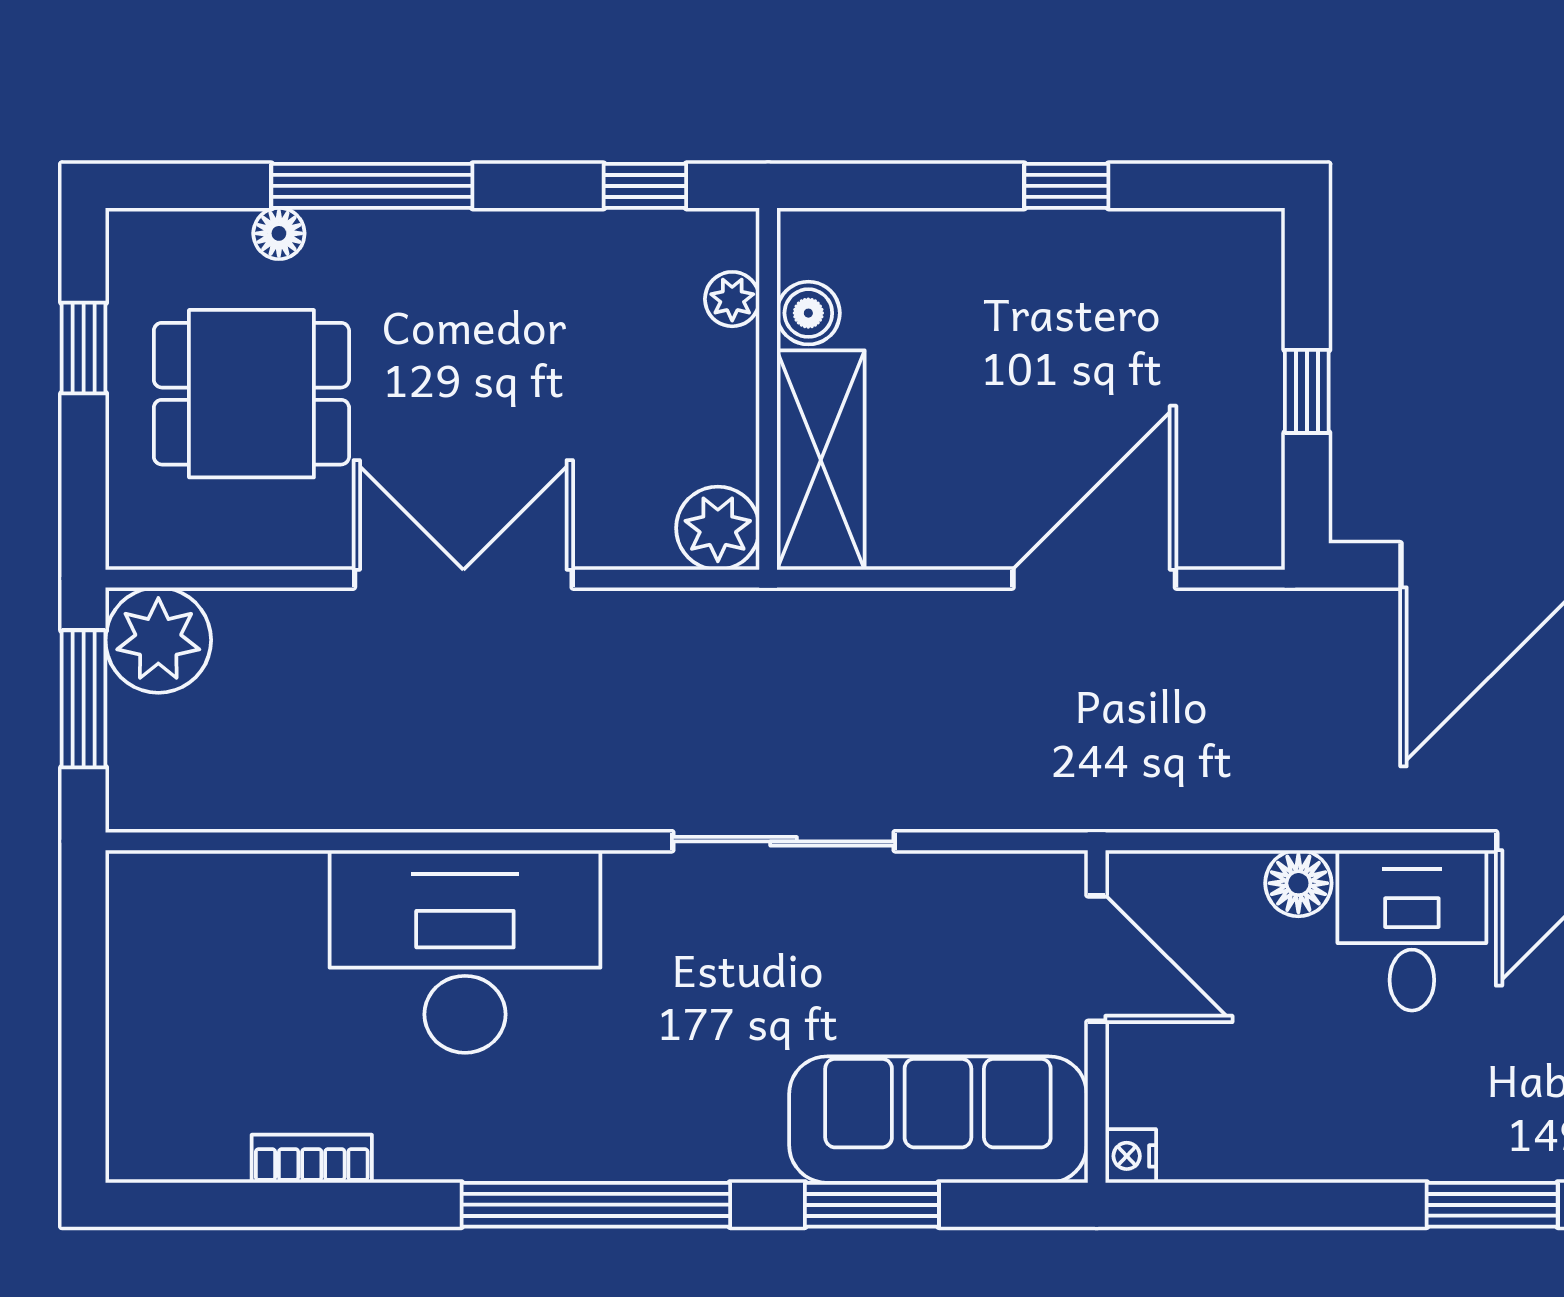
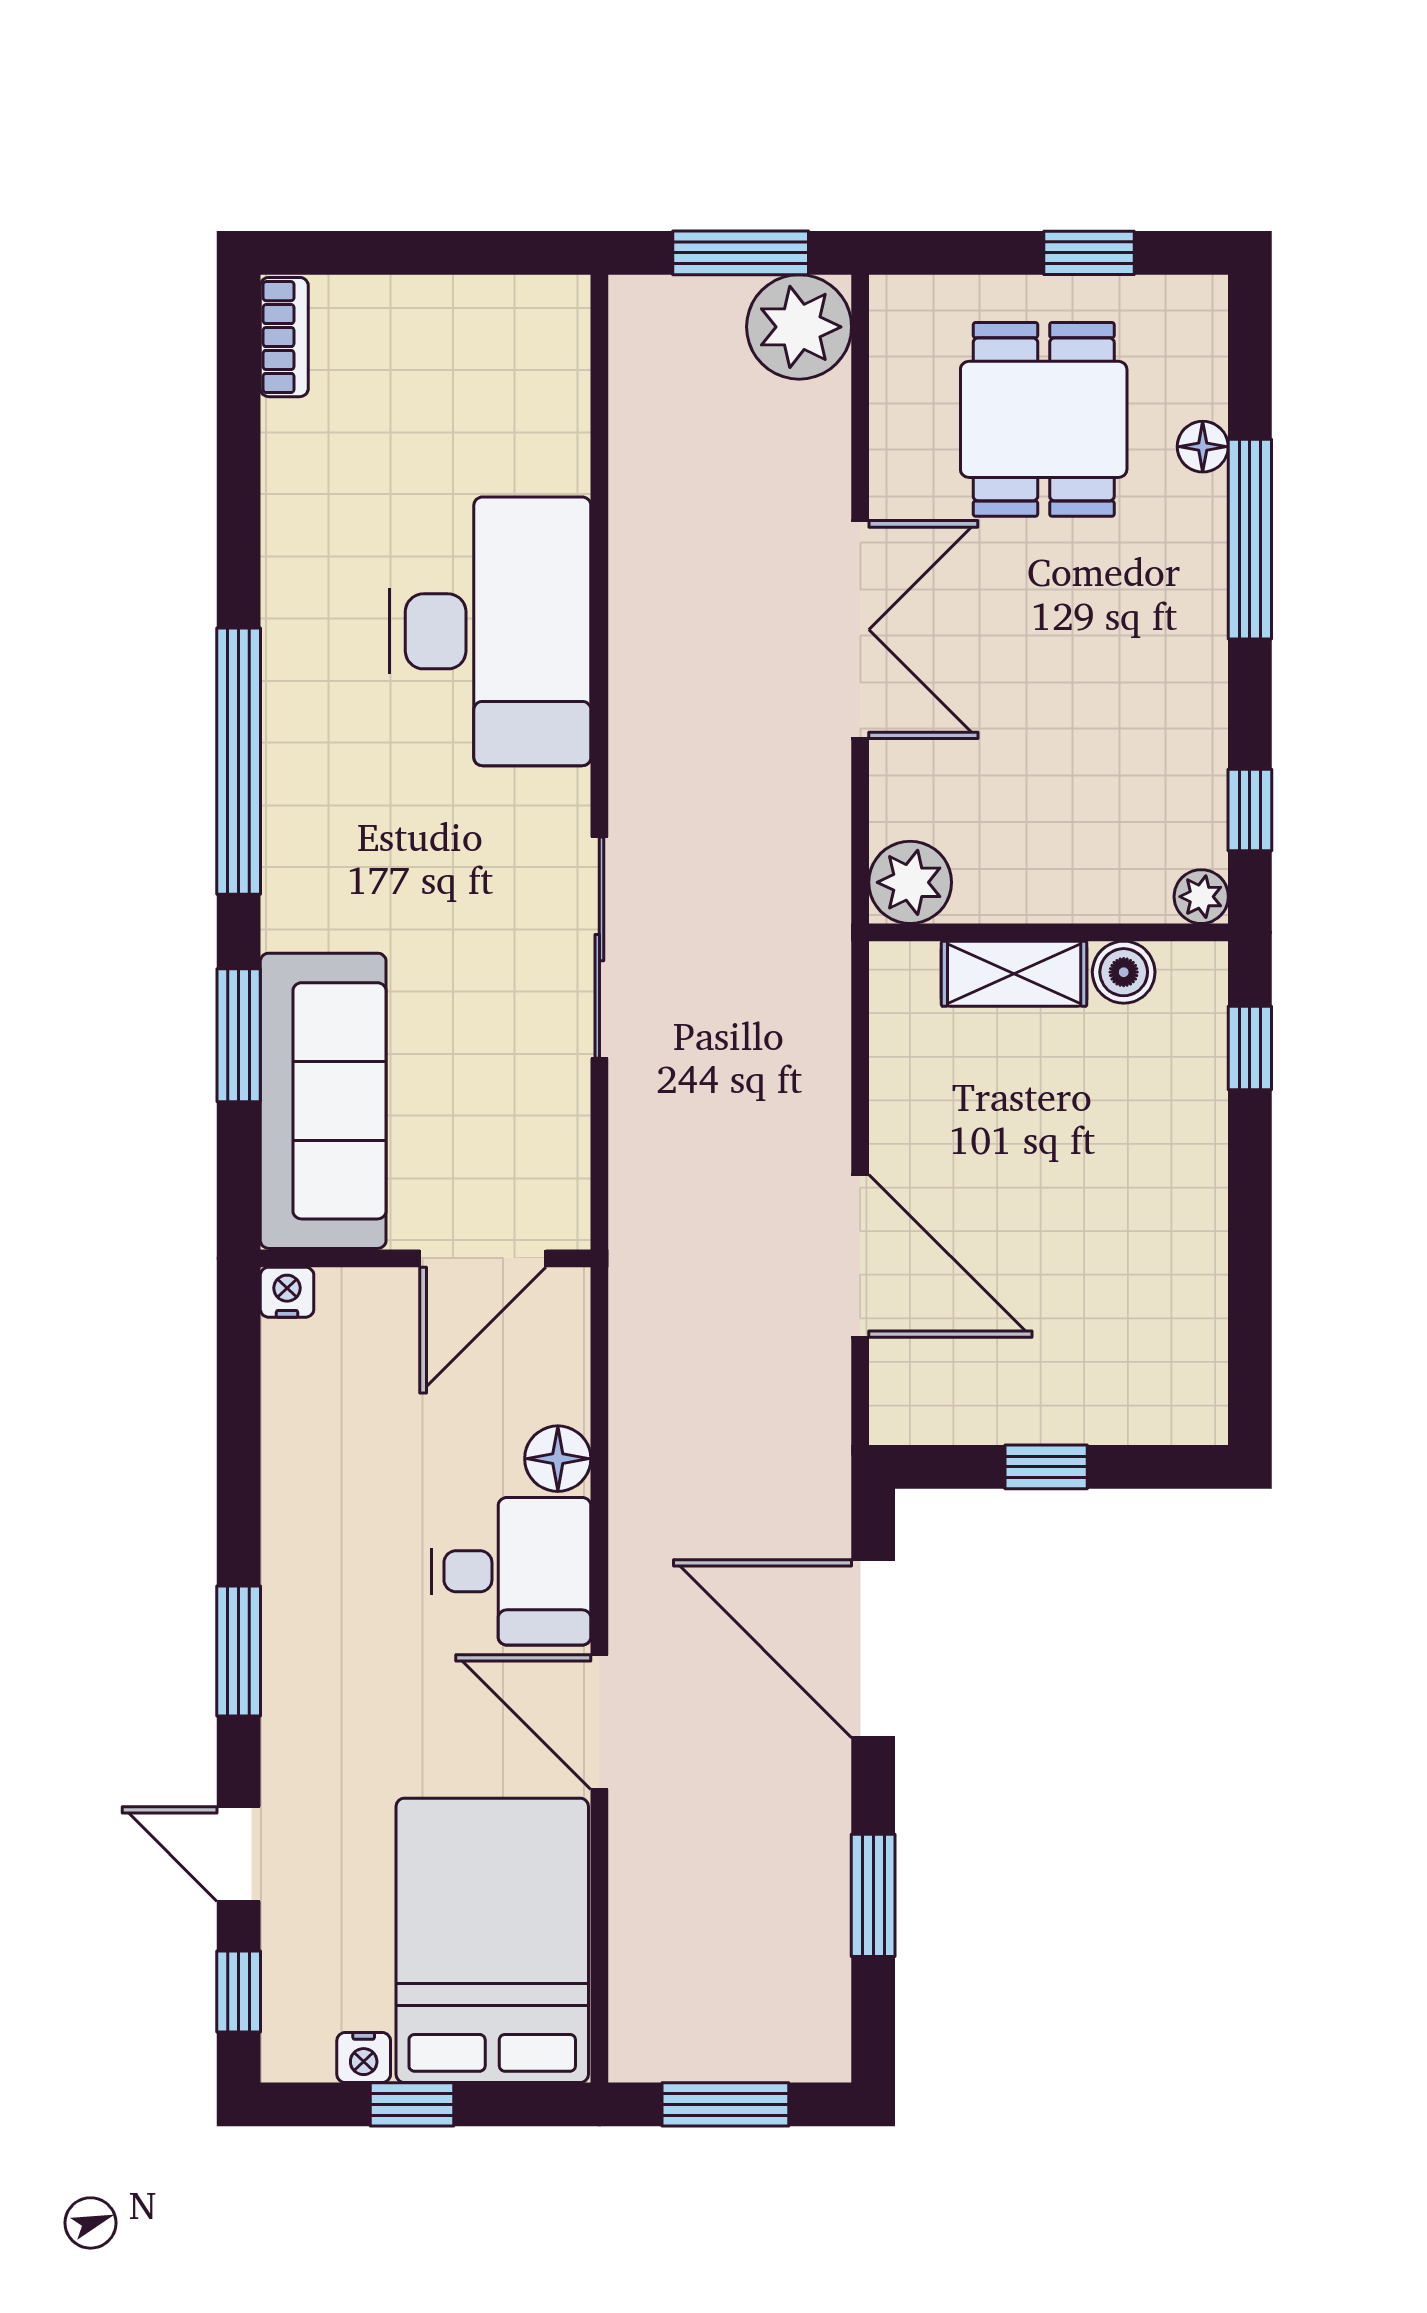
window: (1066, 186) -> (1250, 1048), moved
plant: (732, 299) -> (1201, 897), moved
shelving: (821, 460) -> (1014, 974), width x0.67, depth x0.75
bookcase: (312, 1159) -> (284, 337), moved

